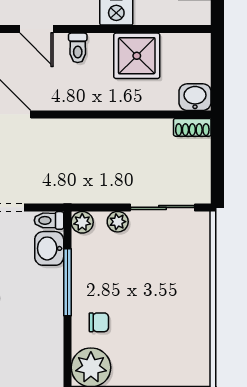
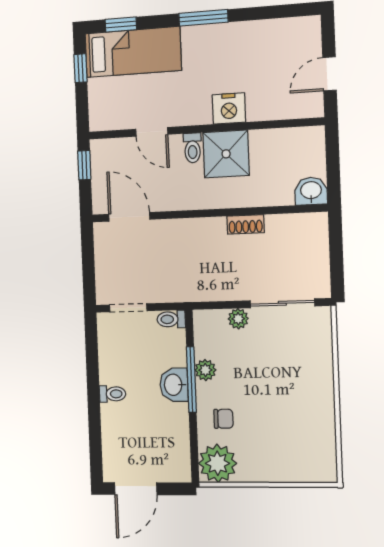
shower: (137, 56) -> (226, 154), moved
shoe rack: (192, 127) -> (246, 224), moved
plant: (82, 222) -> (205, 370), moved
washbasin: (49, 248) -> (174, 385), moved

